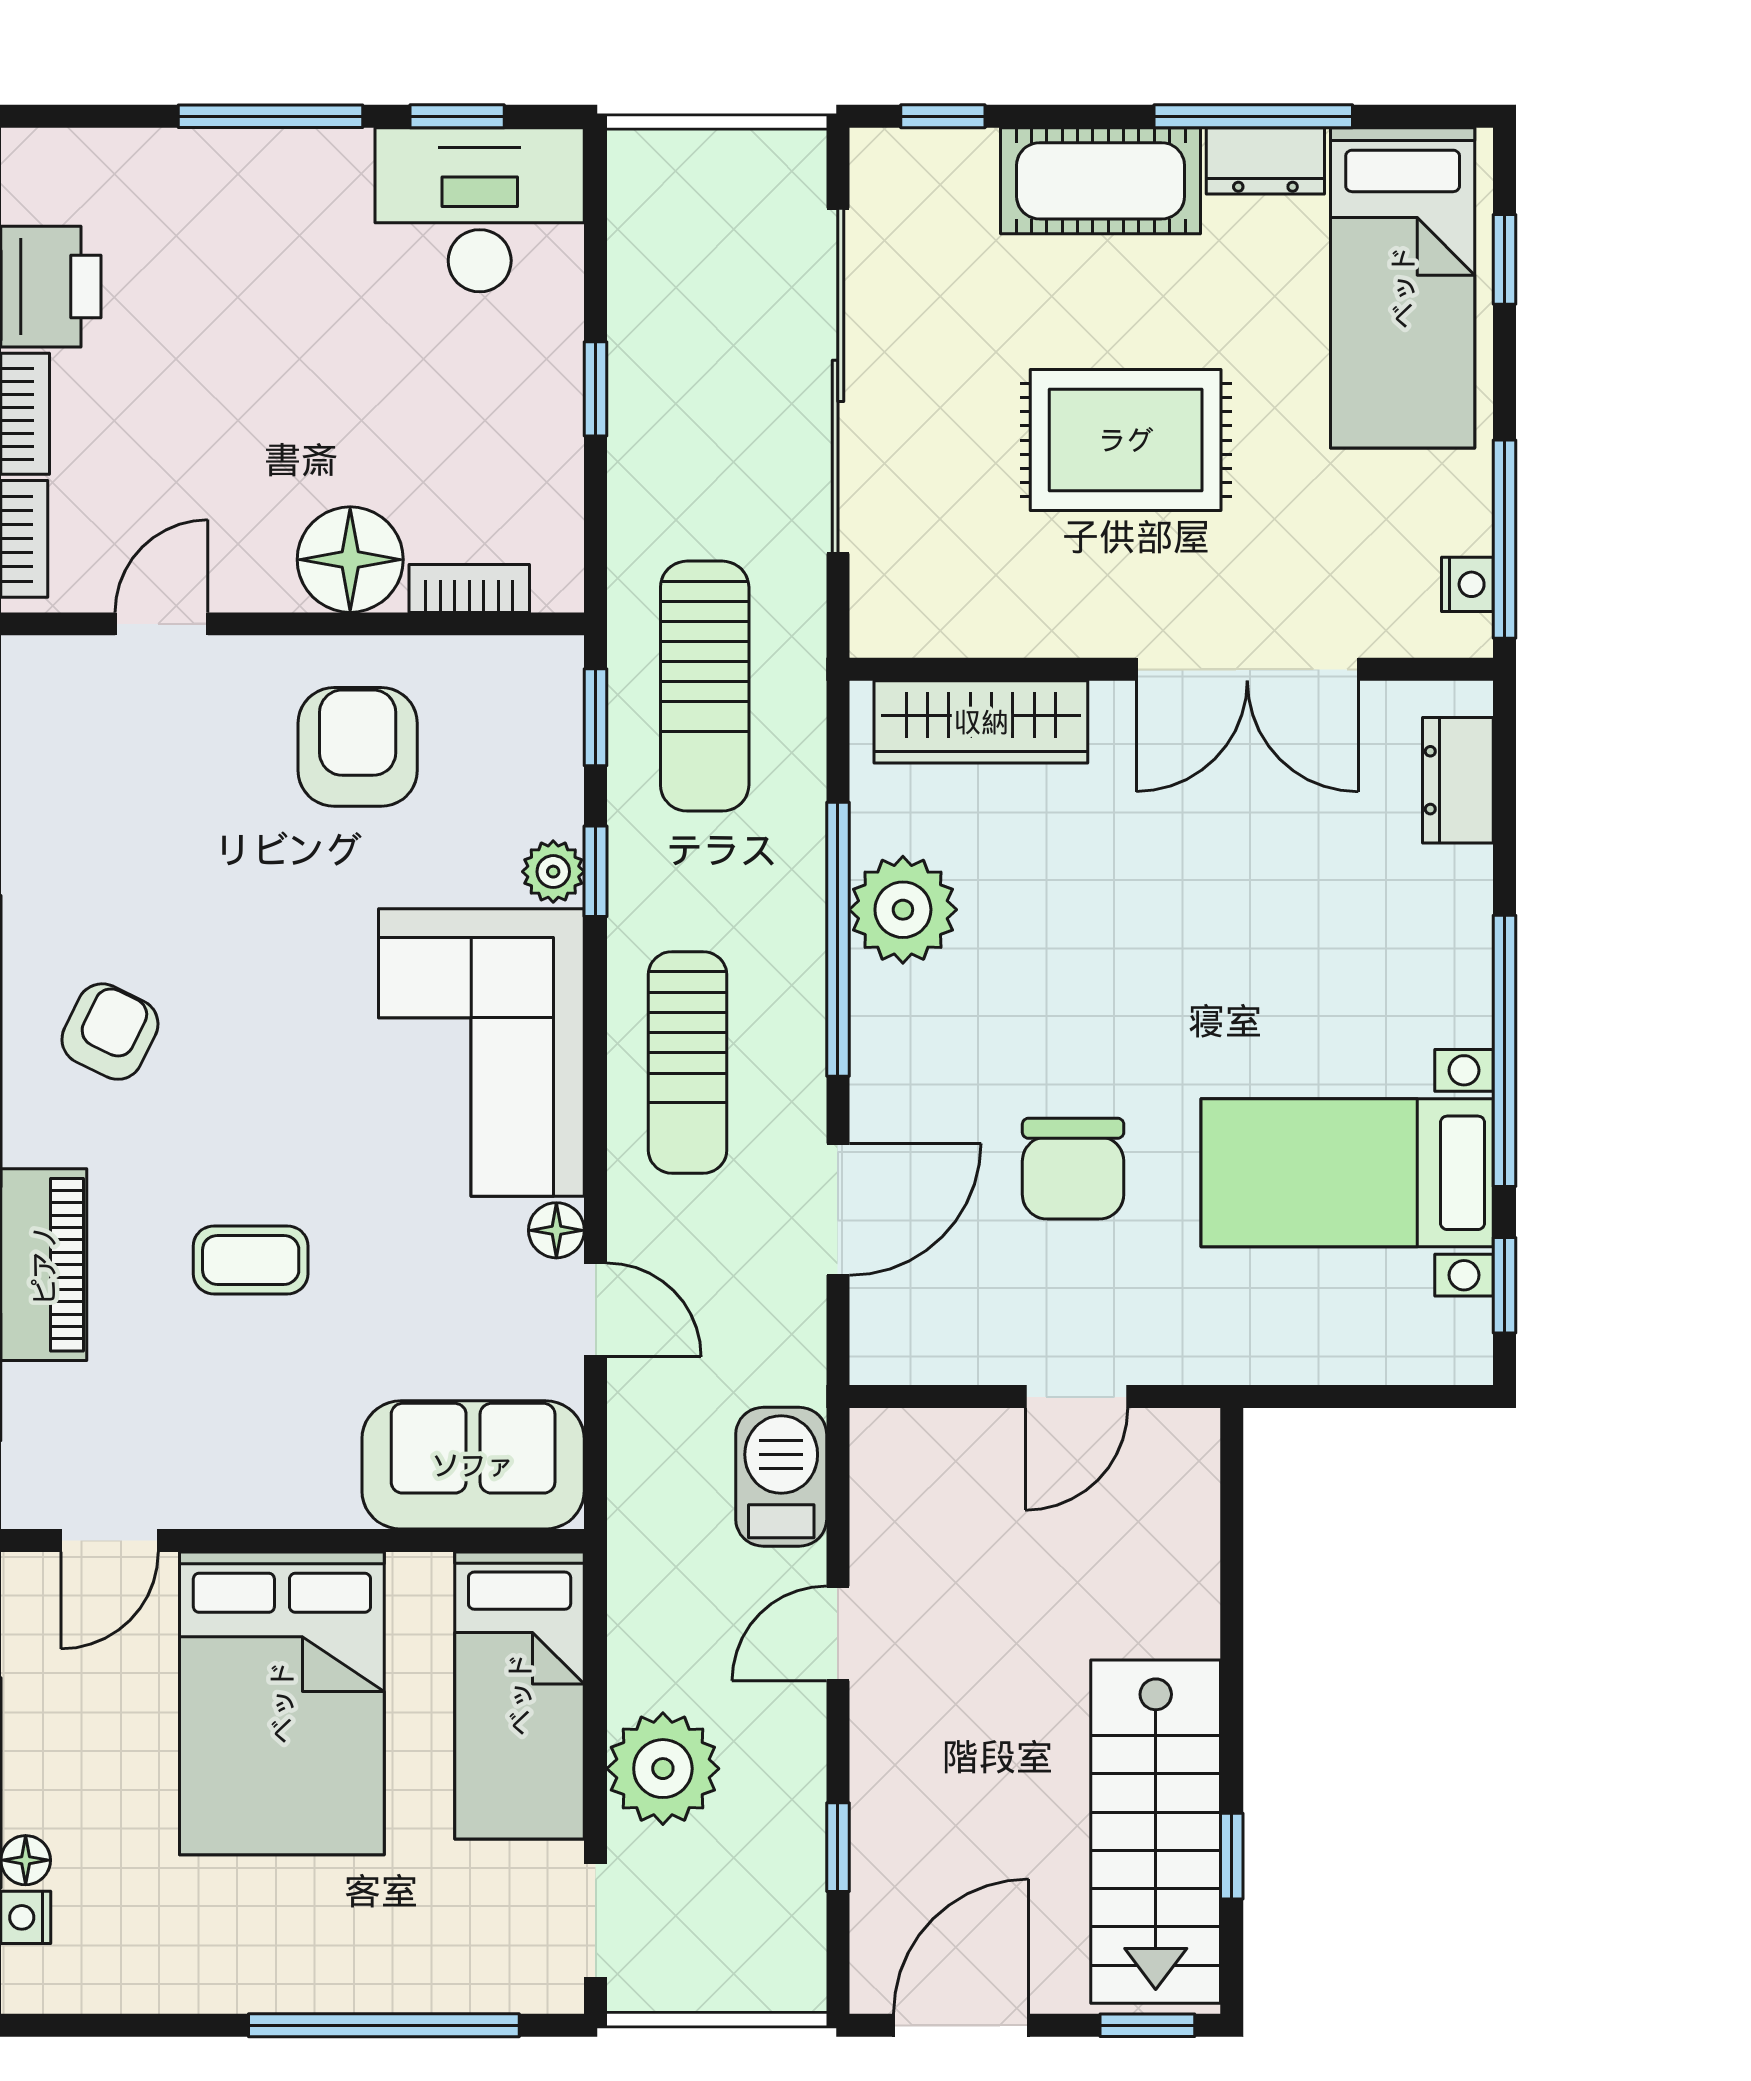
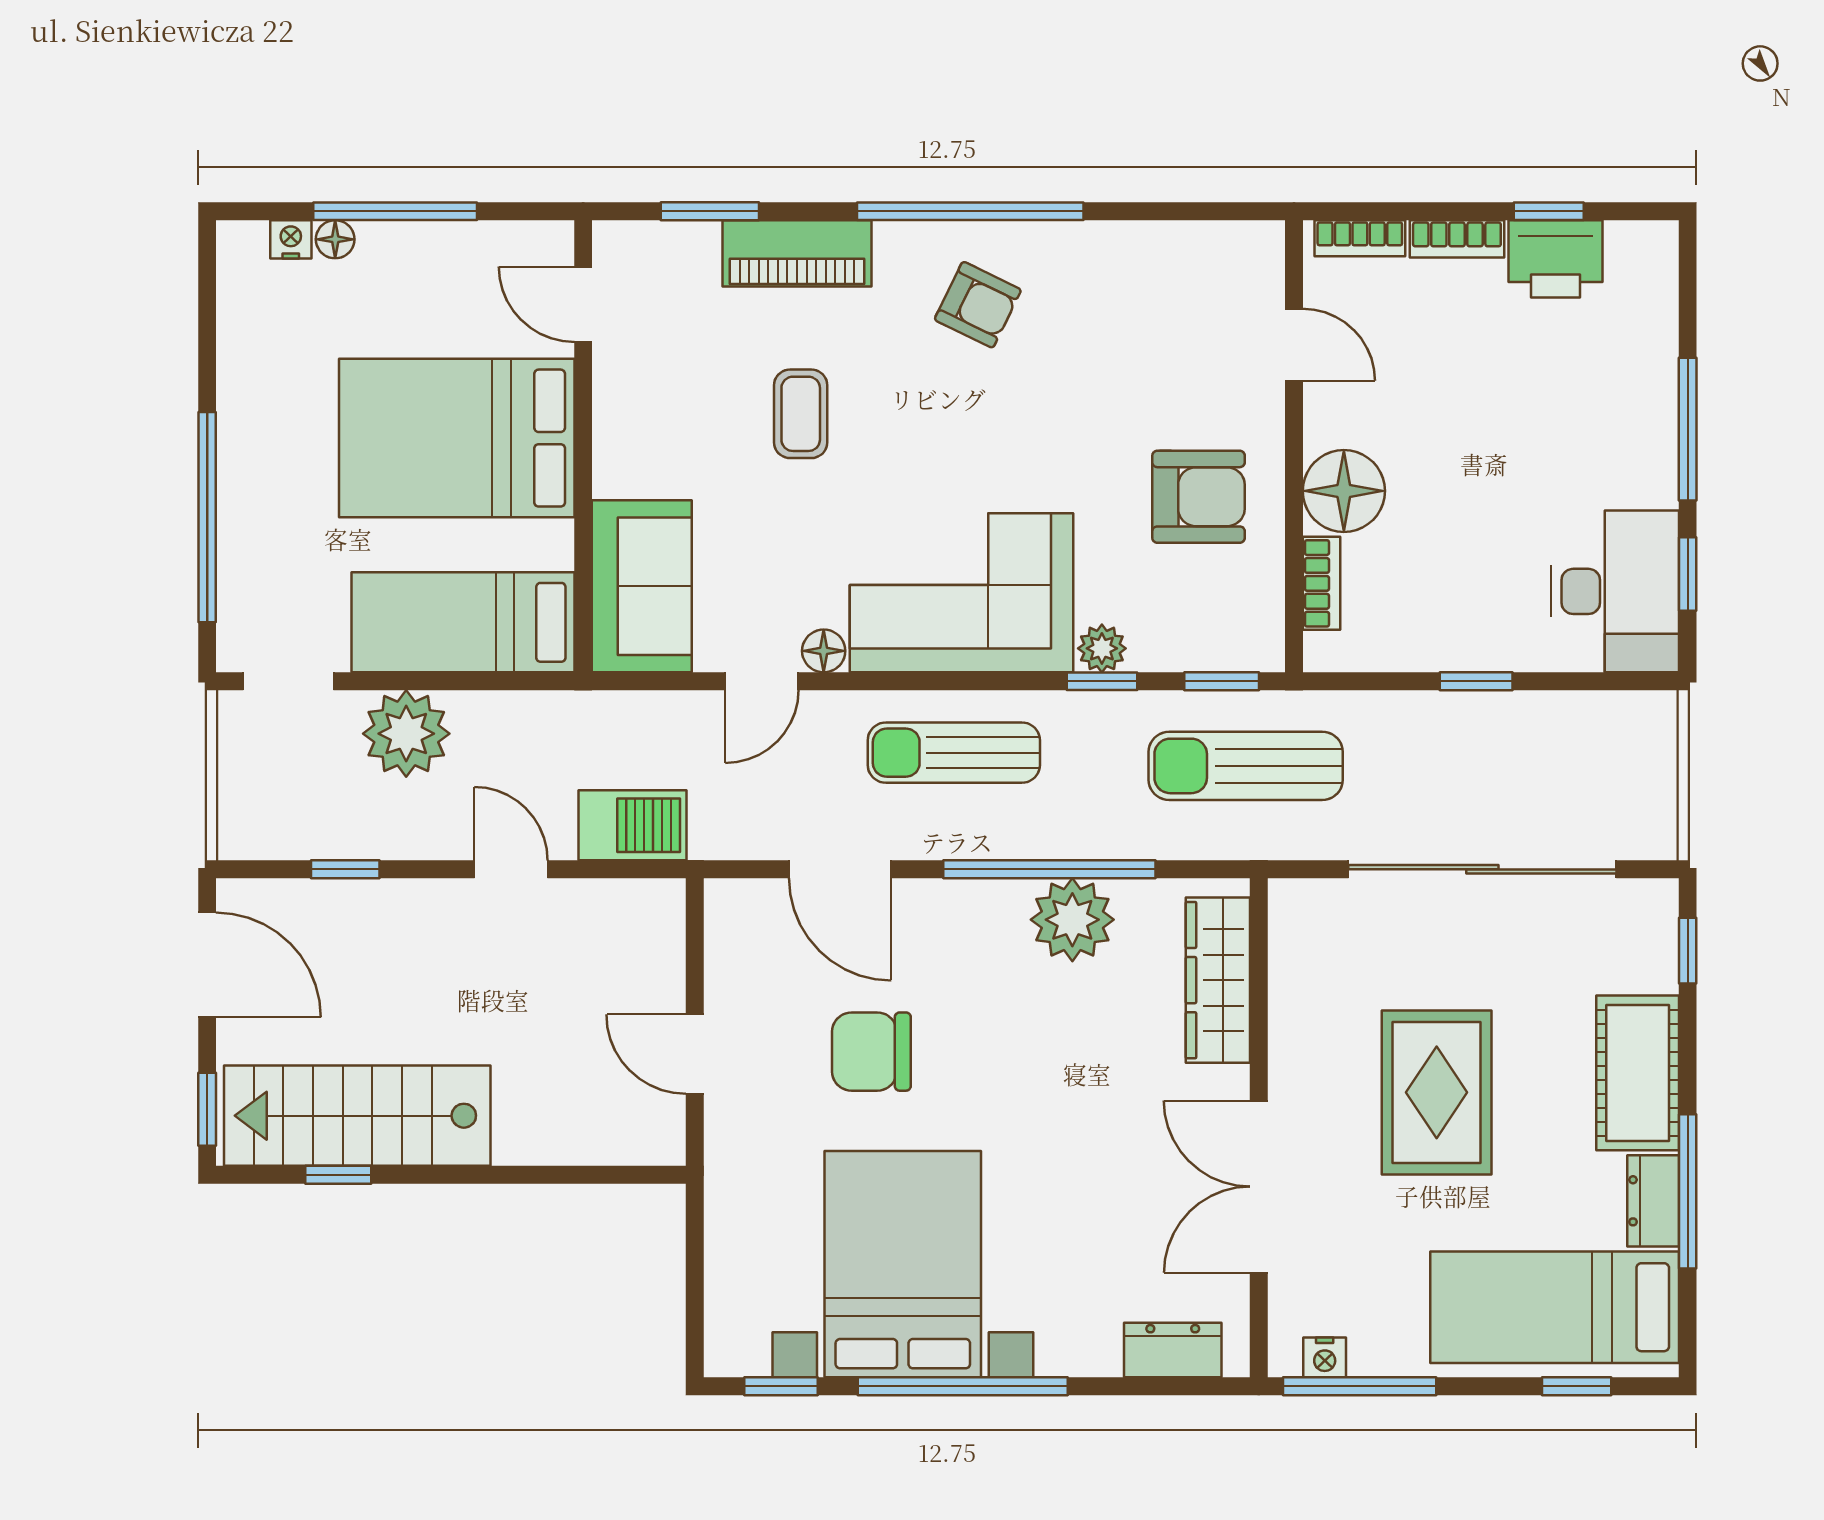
bed with nightstands: (1347, 1173) -> (903, 1264), width x1.36

